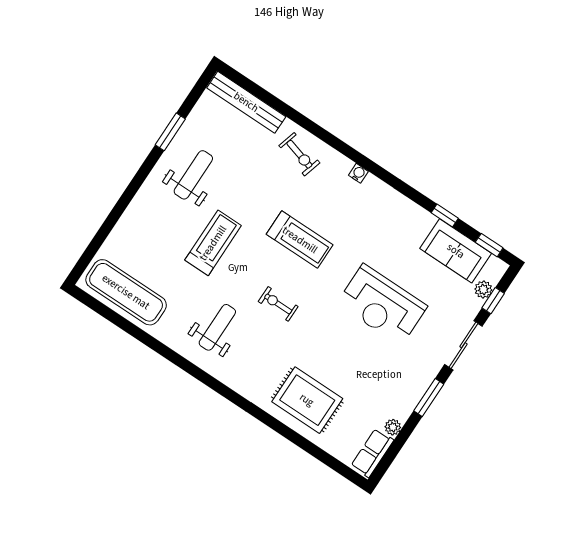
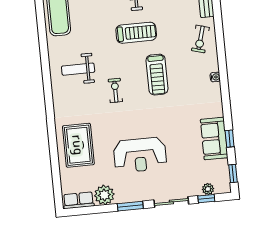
treadmill: (213, 243) -> (136, 33), moved
sofa: (456, 251) -> (214, 138), moved
reception desk: (382, 305) -> (140, 155), moved, turned -90
weight bench: (217, 327) -> (78, 69), turned 180
plant: (393, 427) -> (104, 195), width x1.88, depth x1.88

